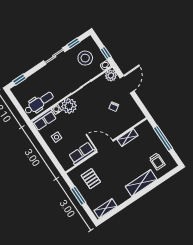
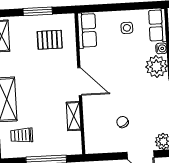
door: (105, 146) -> (80, 82), hinge flipped
row of seats: (82, 153) -> (87, 30), moved

